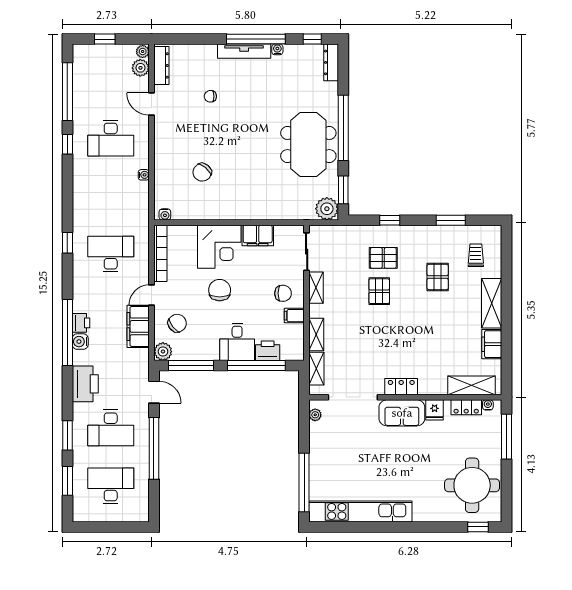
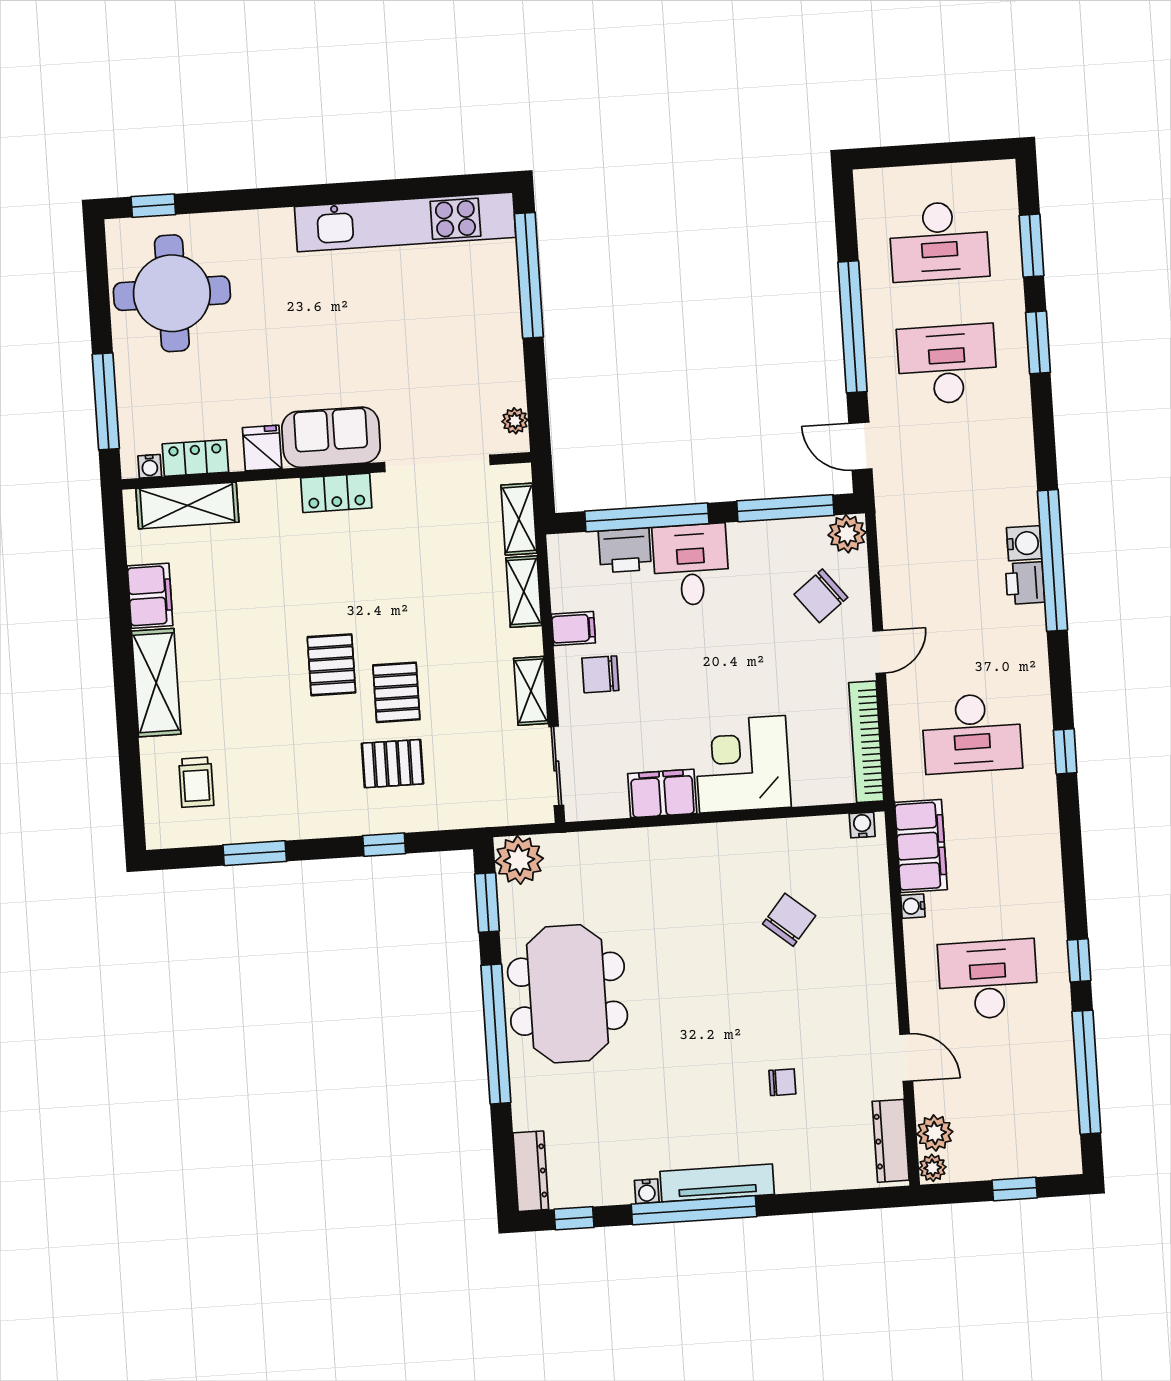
pallet: (438, 277) -> (331, 665), moved
chair: (220, 290) -> (735, 672), removed
filing cabinet: (138, 326) -> (921, 846), moved
printer: (85, 384) -> (1007, 454), removed

